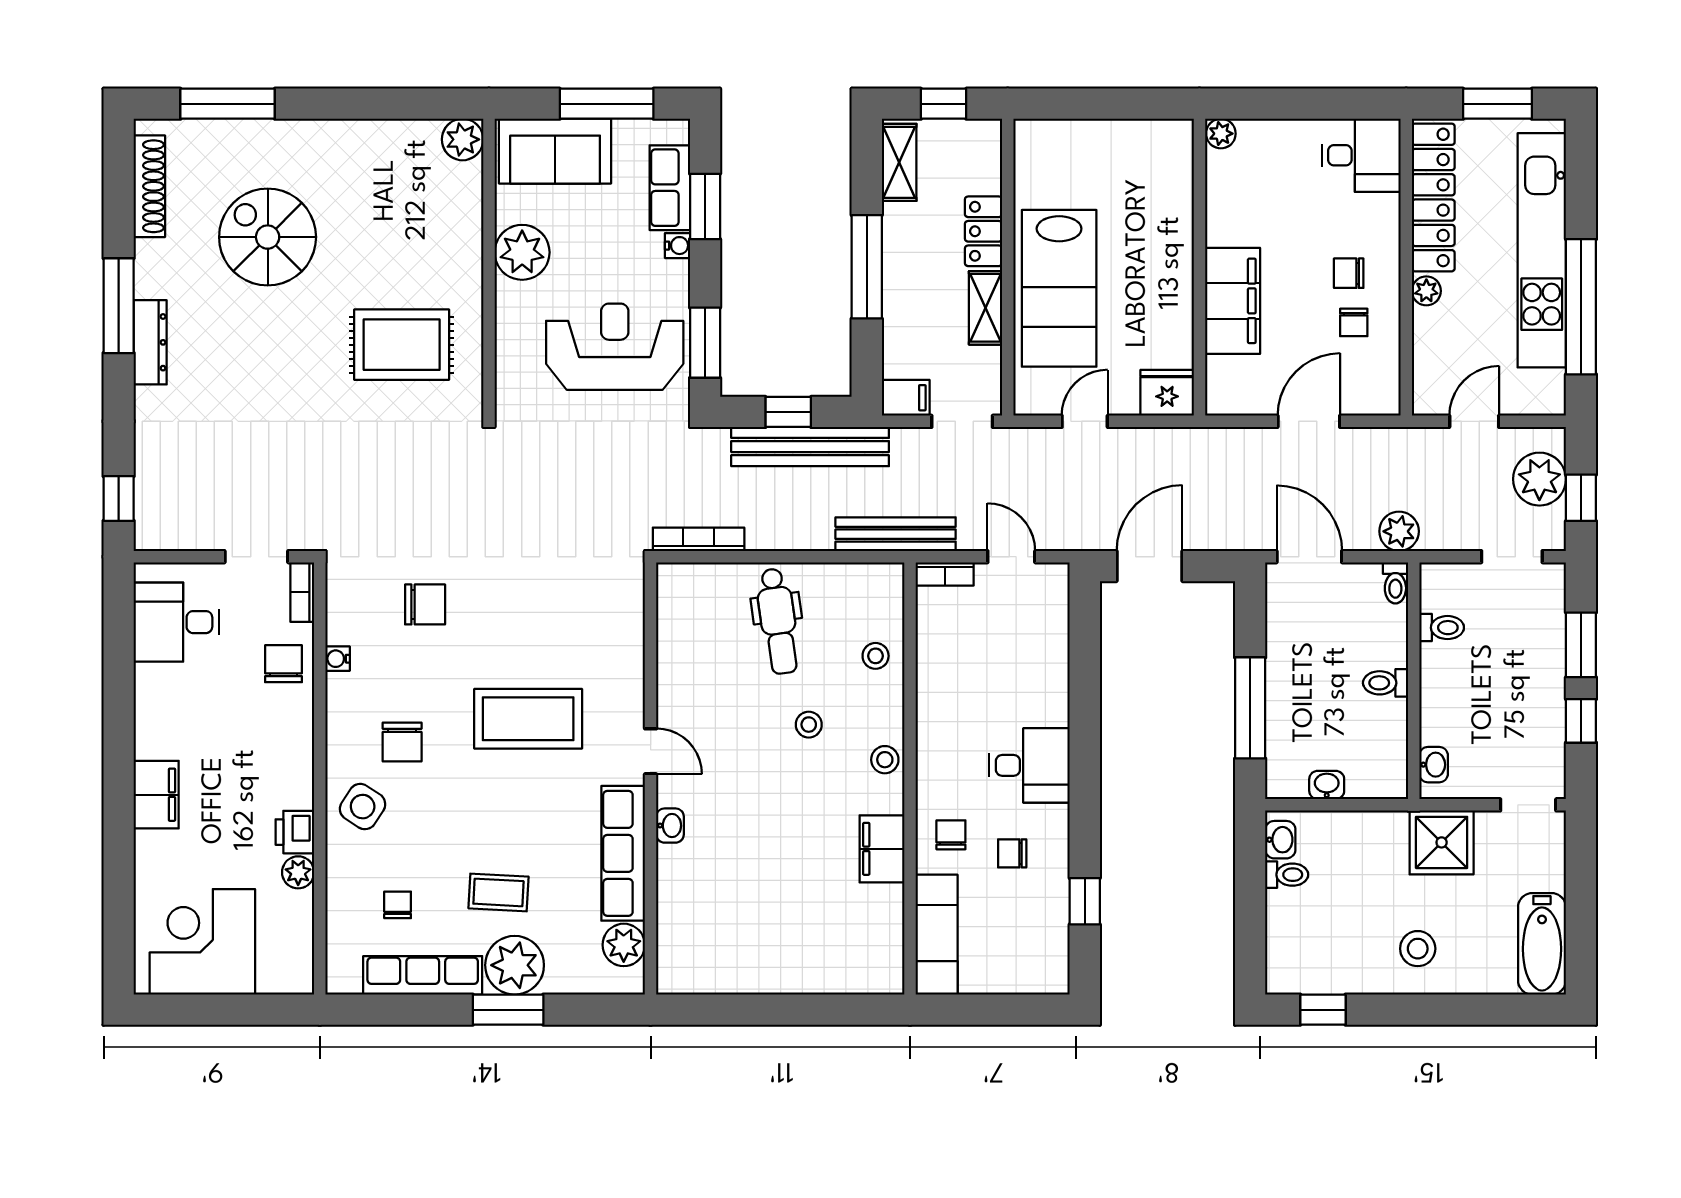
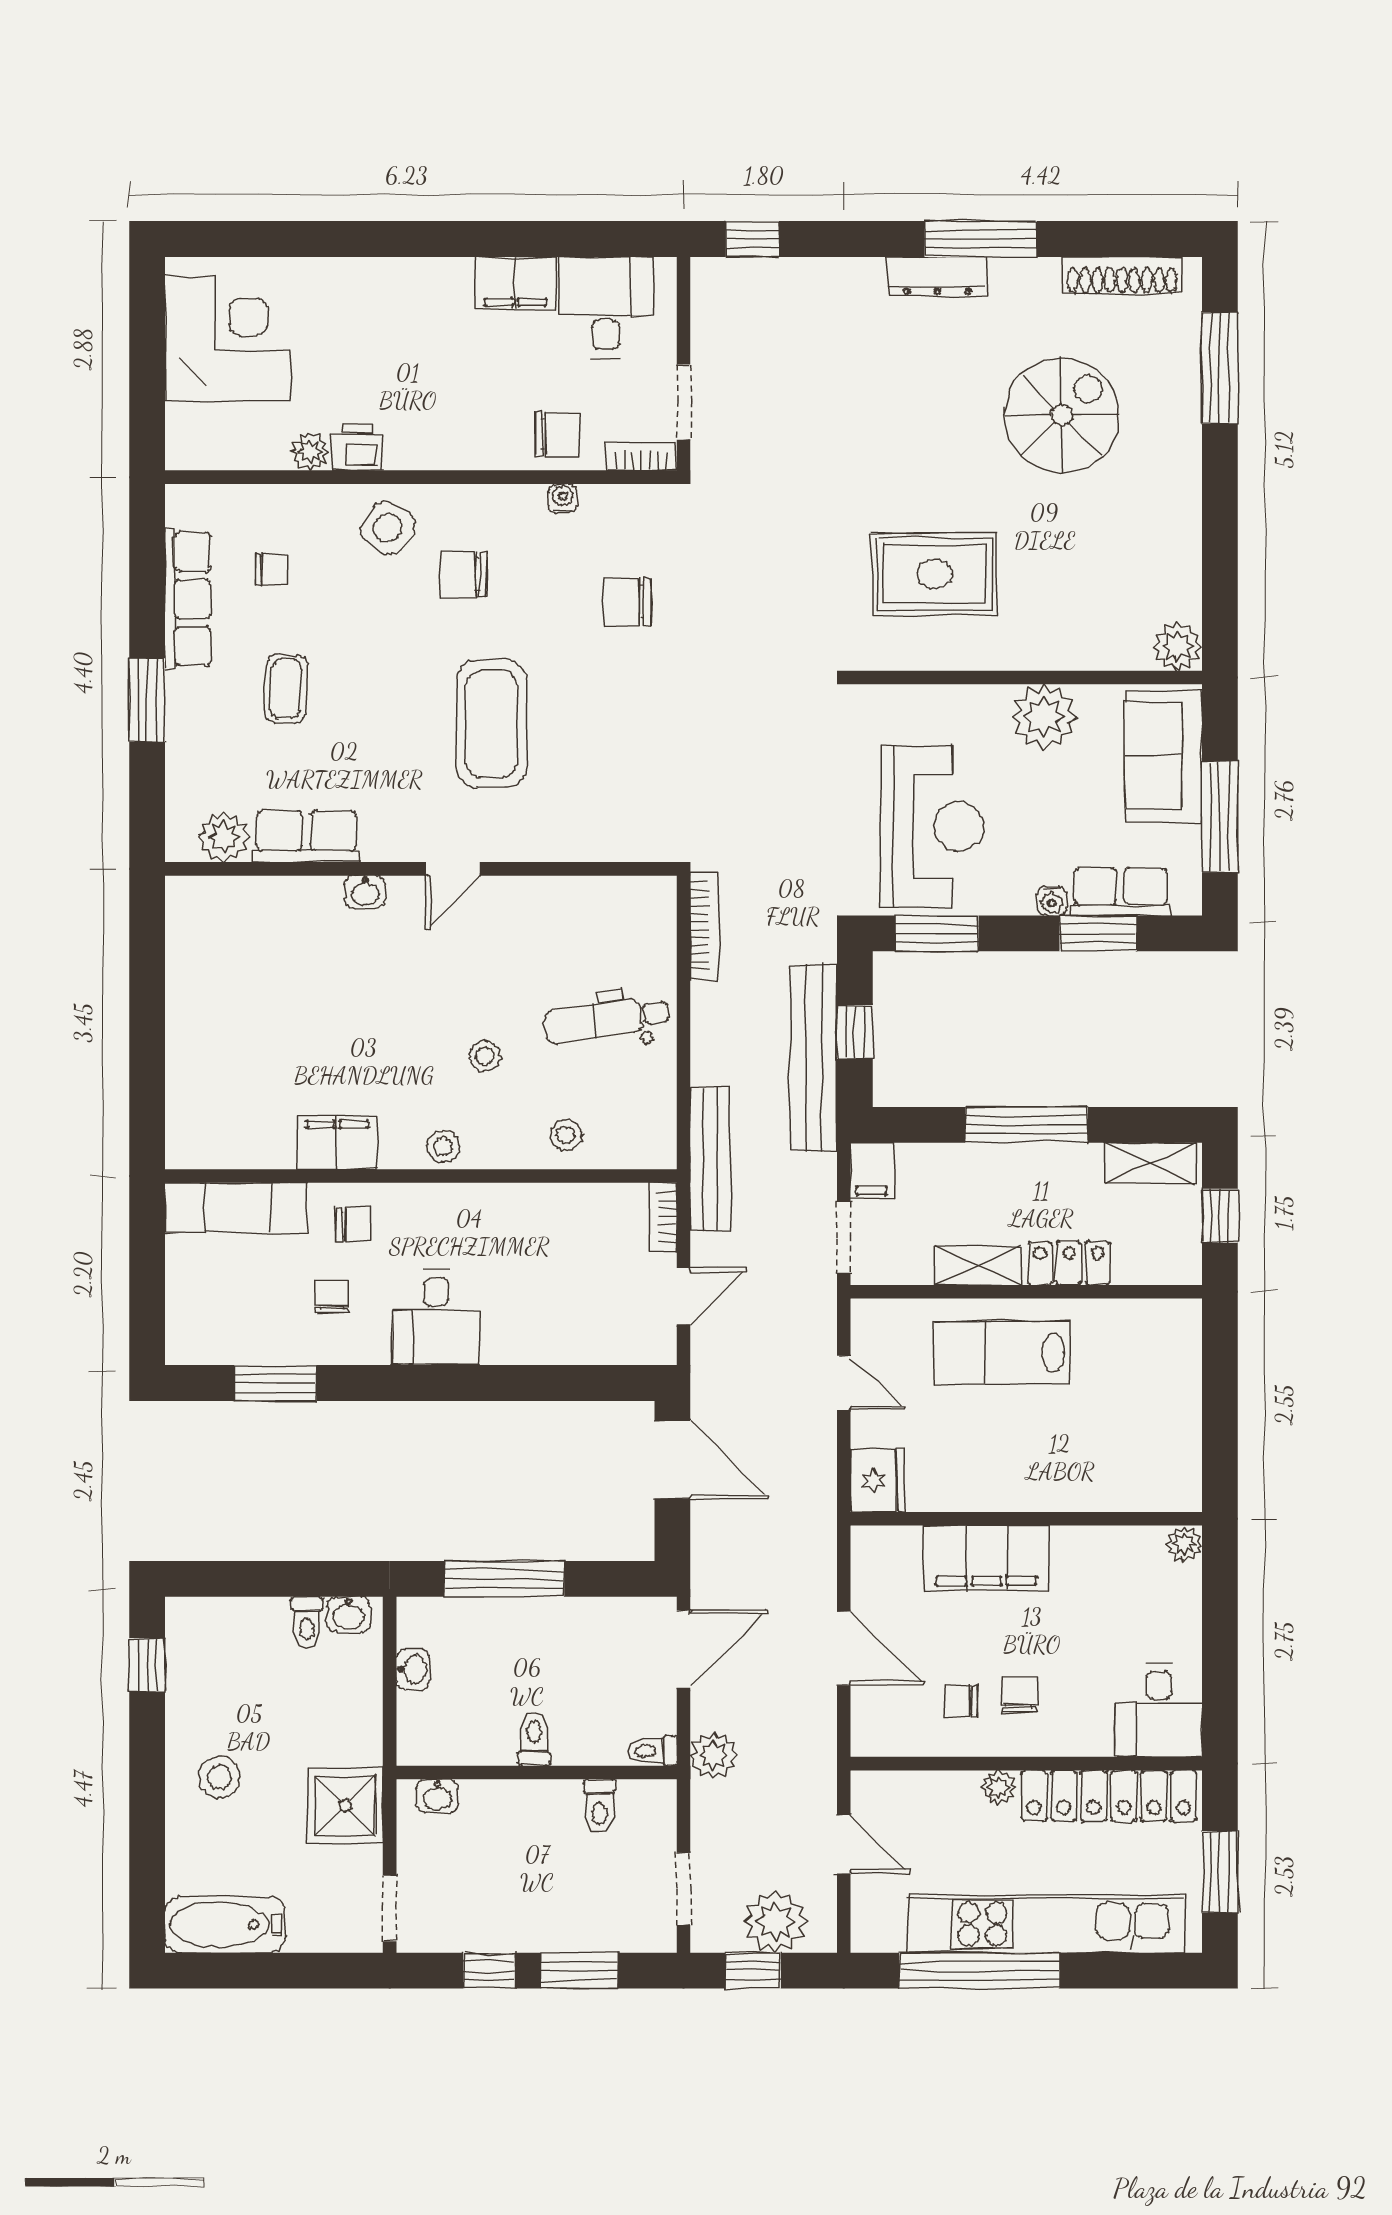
lab bench: (1059, 288) -> (1001, 1353), width x0.73, depth x0.72
rug: (402, 345) -> (935, 574), turned 90
chair: (425, 604) -> (627, 602), turned 90
filing cabinet: (156, 795) -> (515, 284), moved
row of seats: (623, 853) -> (306, 836), width x0.68
window: (1085, 901) -> (275, 1383), width x1.50
plant: (515, 965) -> (200, 708), removed

